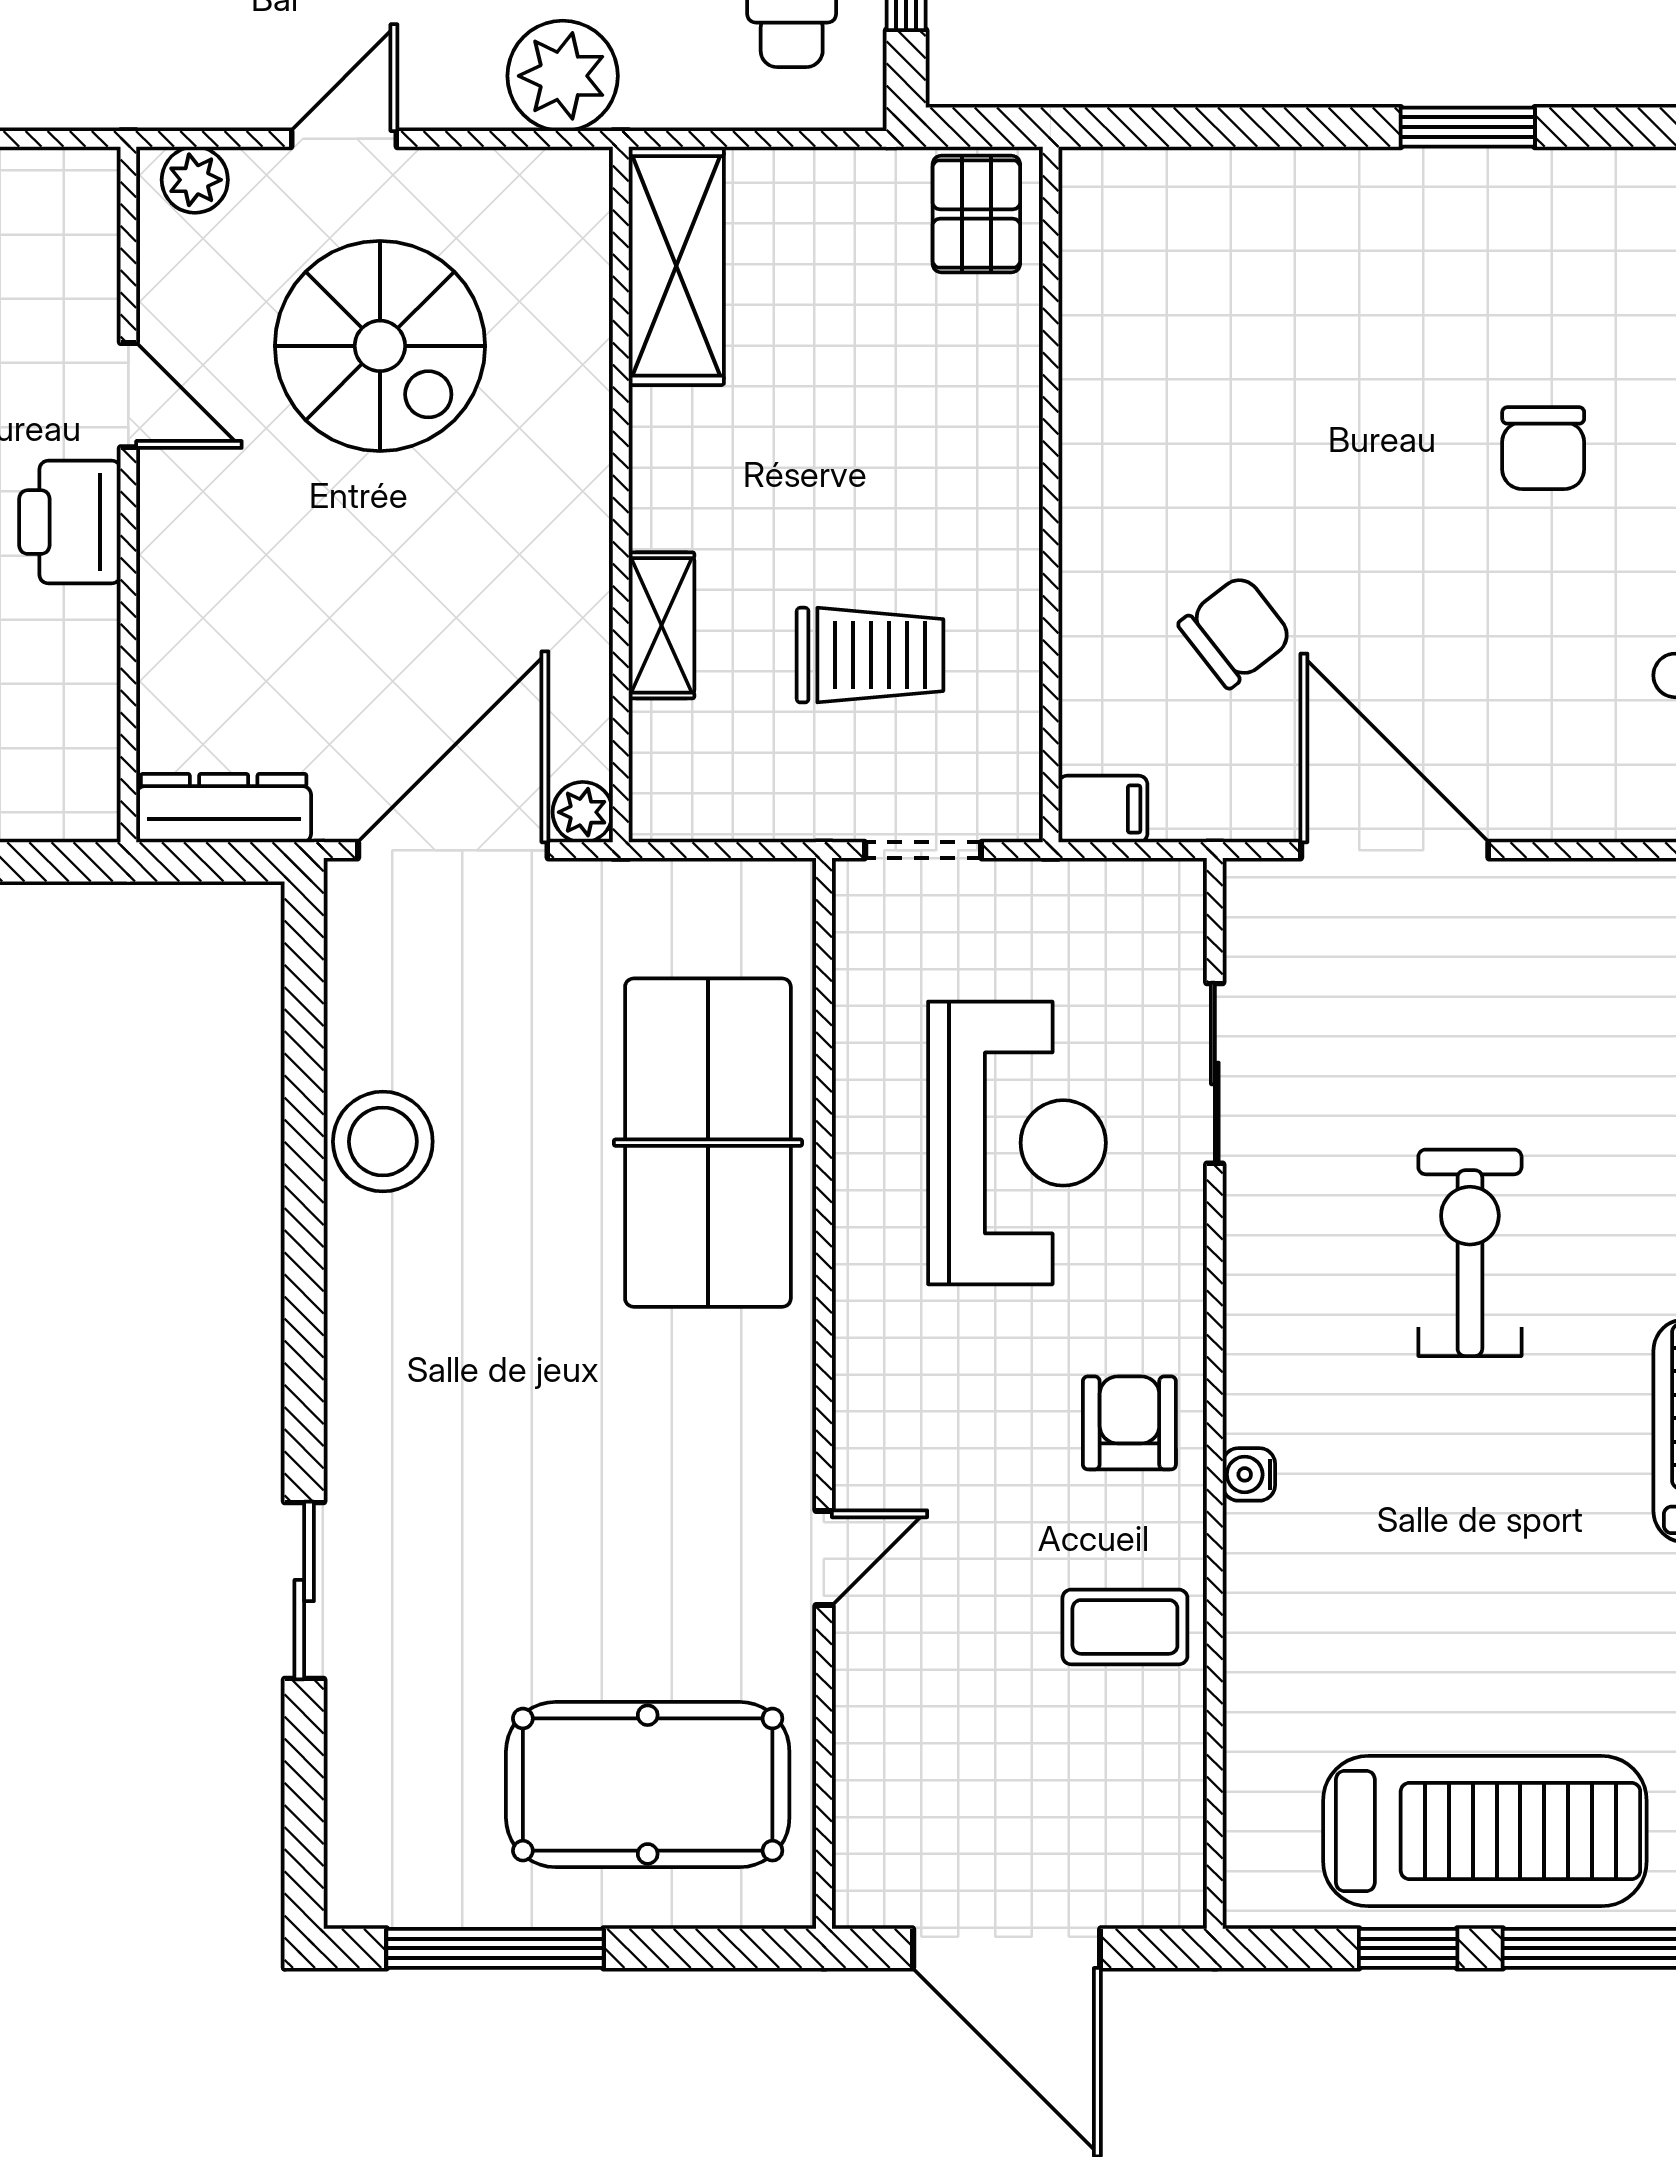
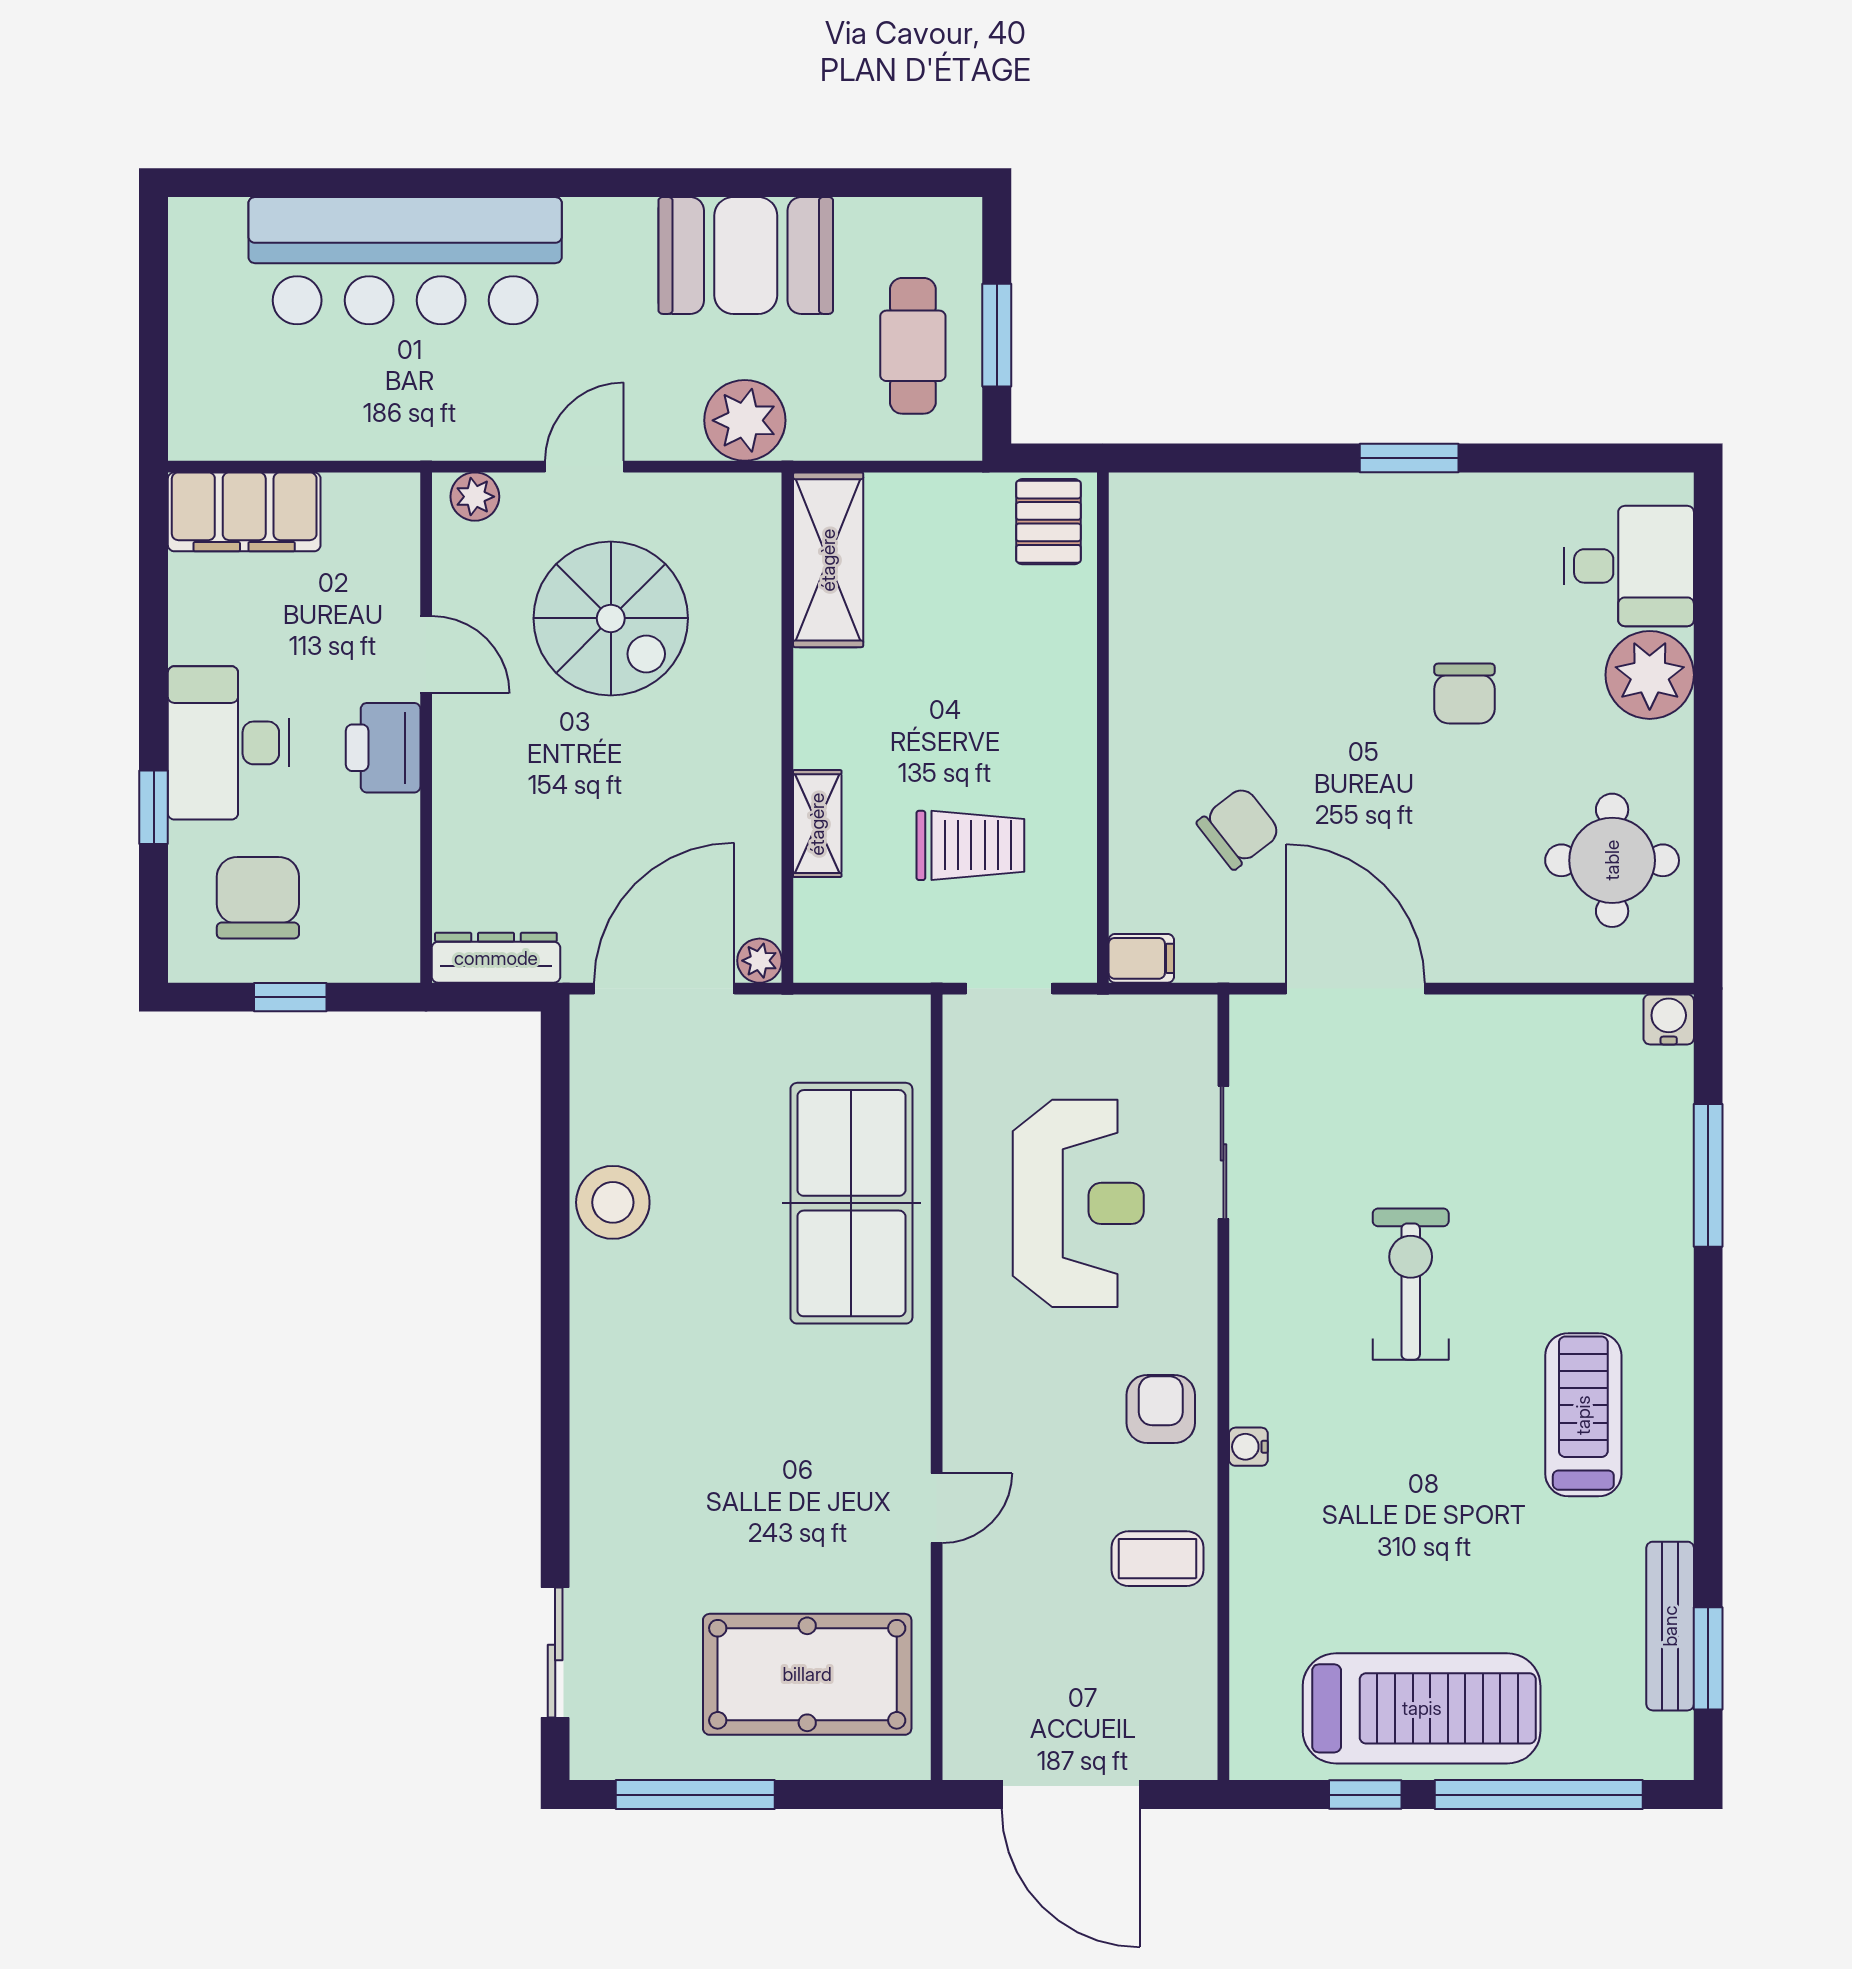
sliding door: (304, 1591) -> (555, 1653), moved

